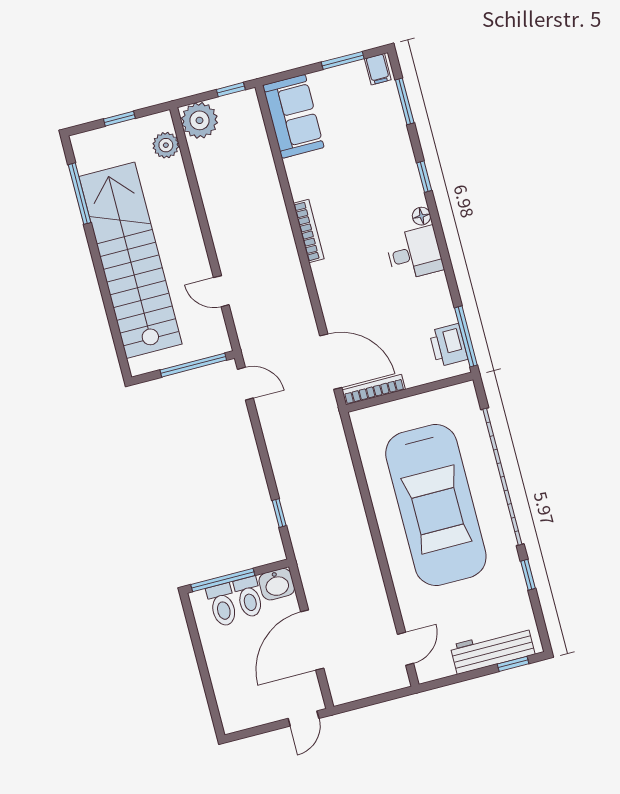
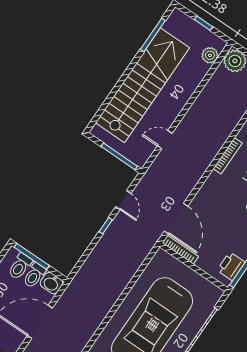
door: (221, 291) -> (165, 140), hinge flipped
door: (245, 384) -> (123, 200), moved
window: (279, 513) -> (106, 226), moved

